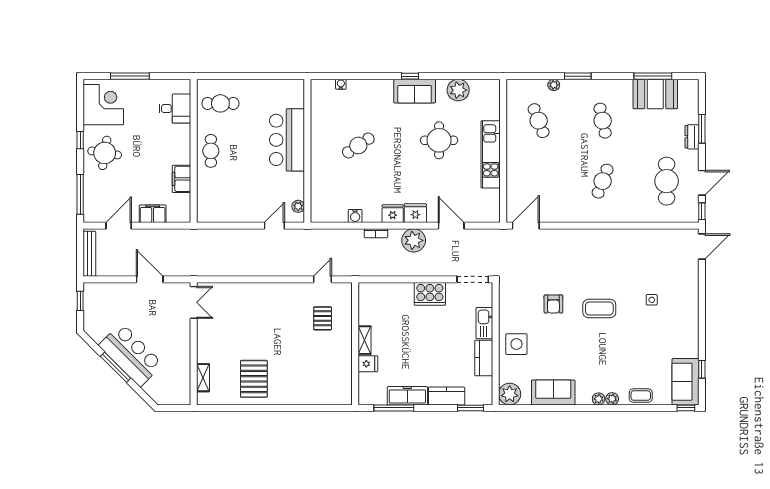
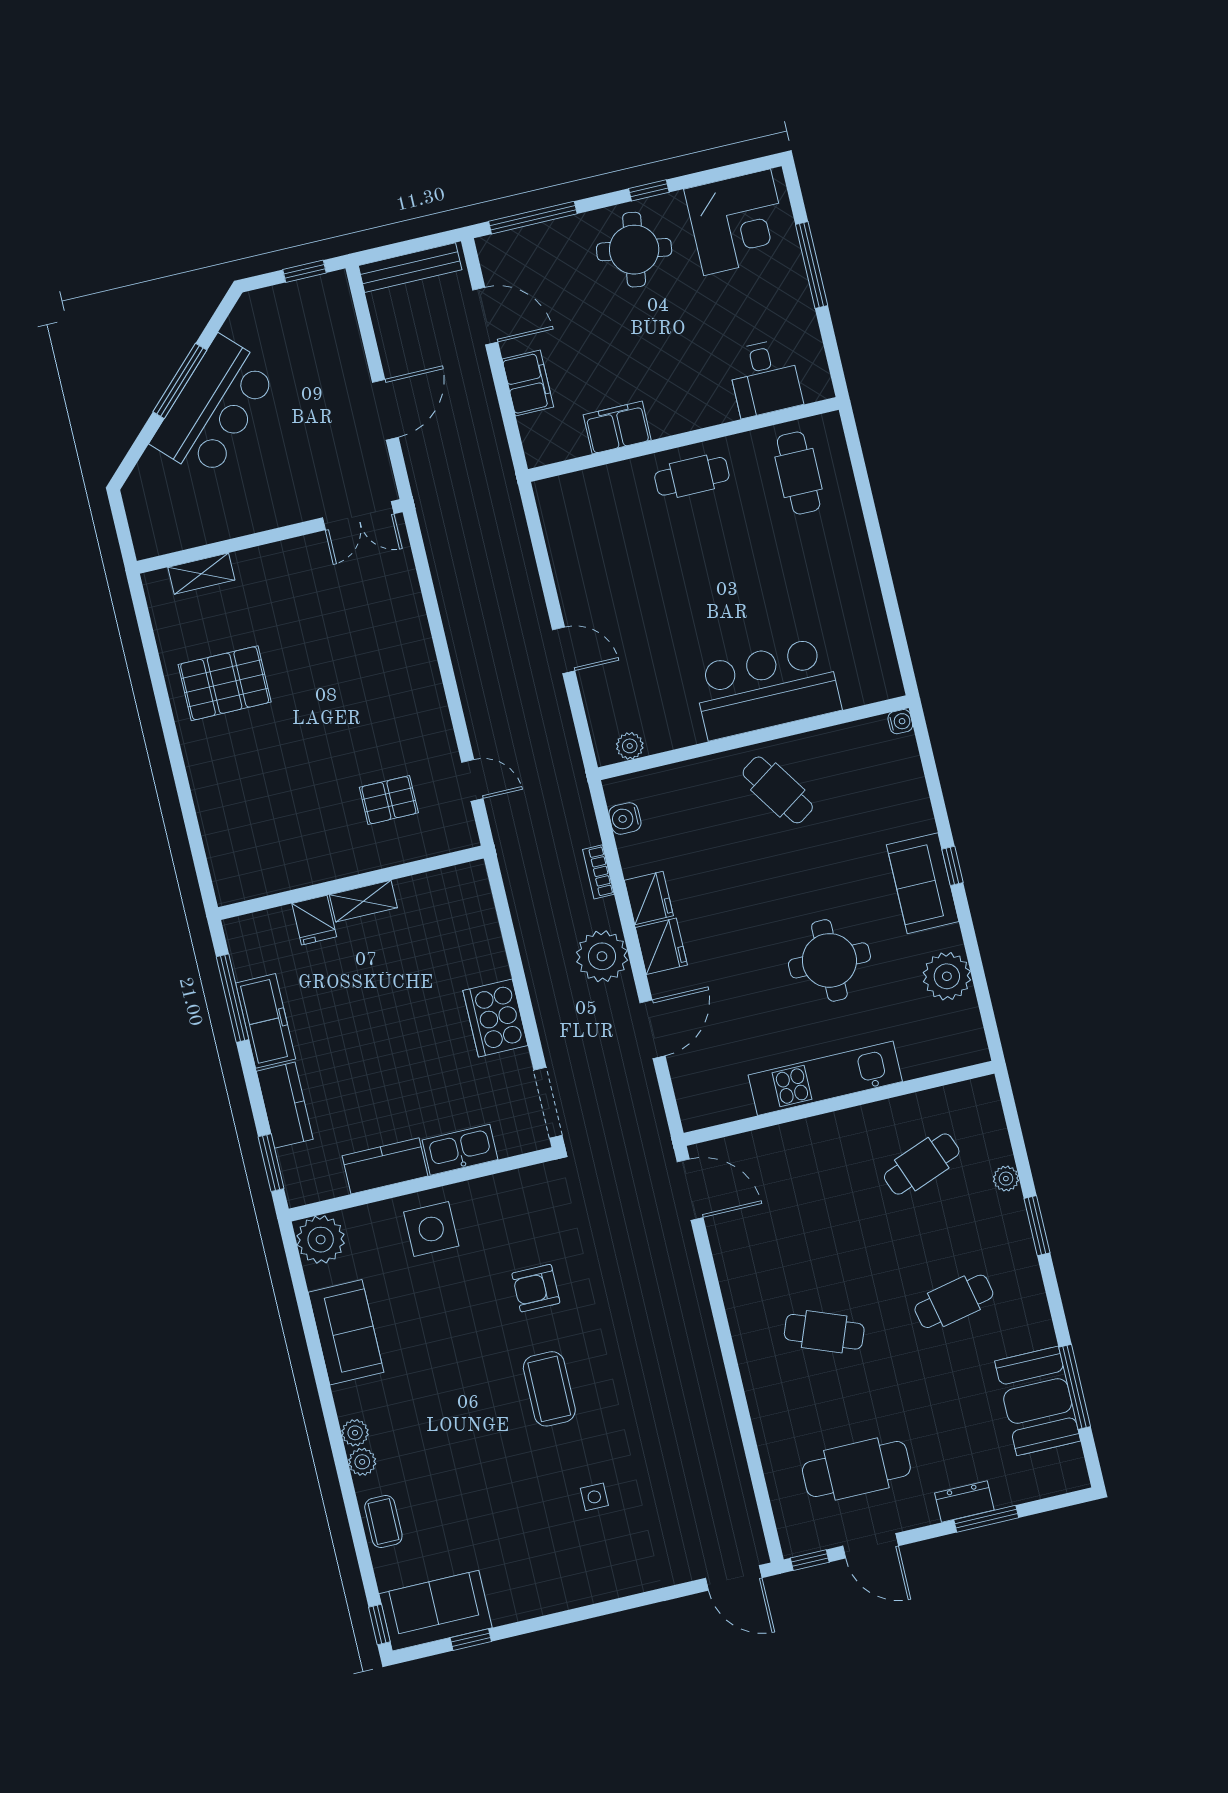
bar counter: (287, 140) -> (767, 689), moved
wall: (307, 151) -> (753, 738), moved
plant: (298, 206) -> (630, 746), moved

